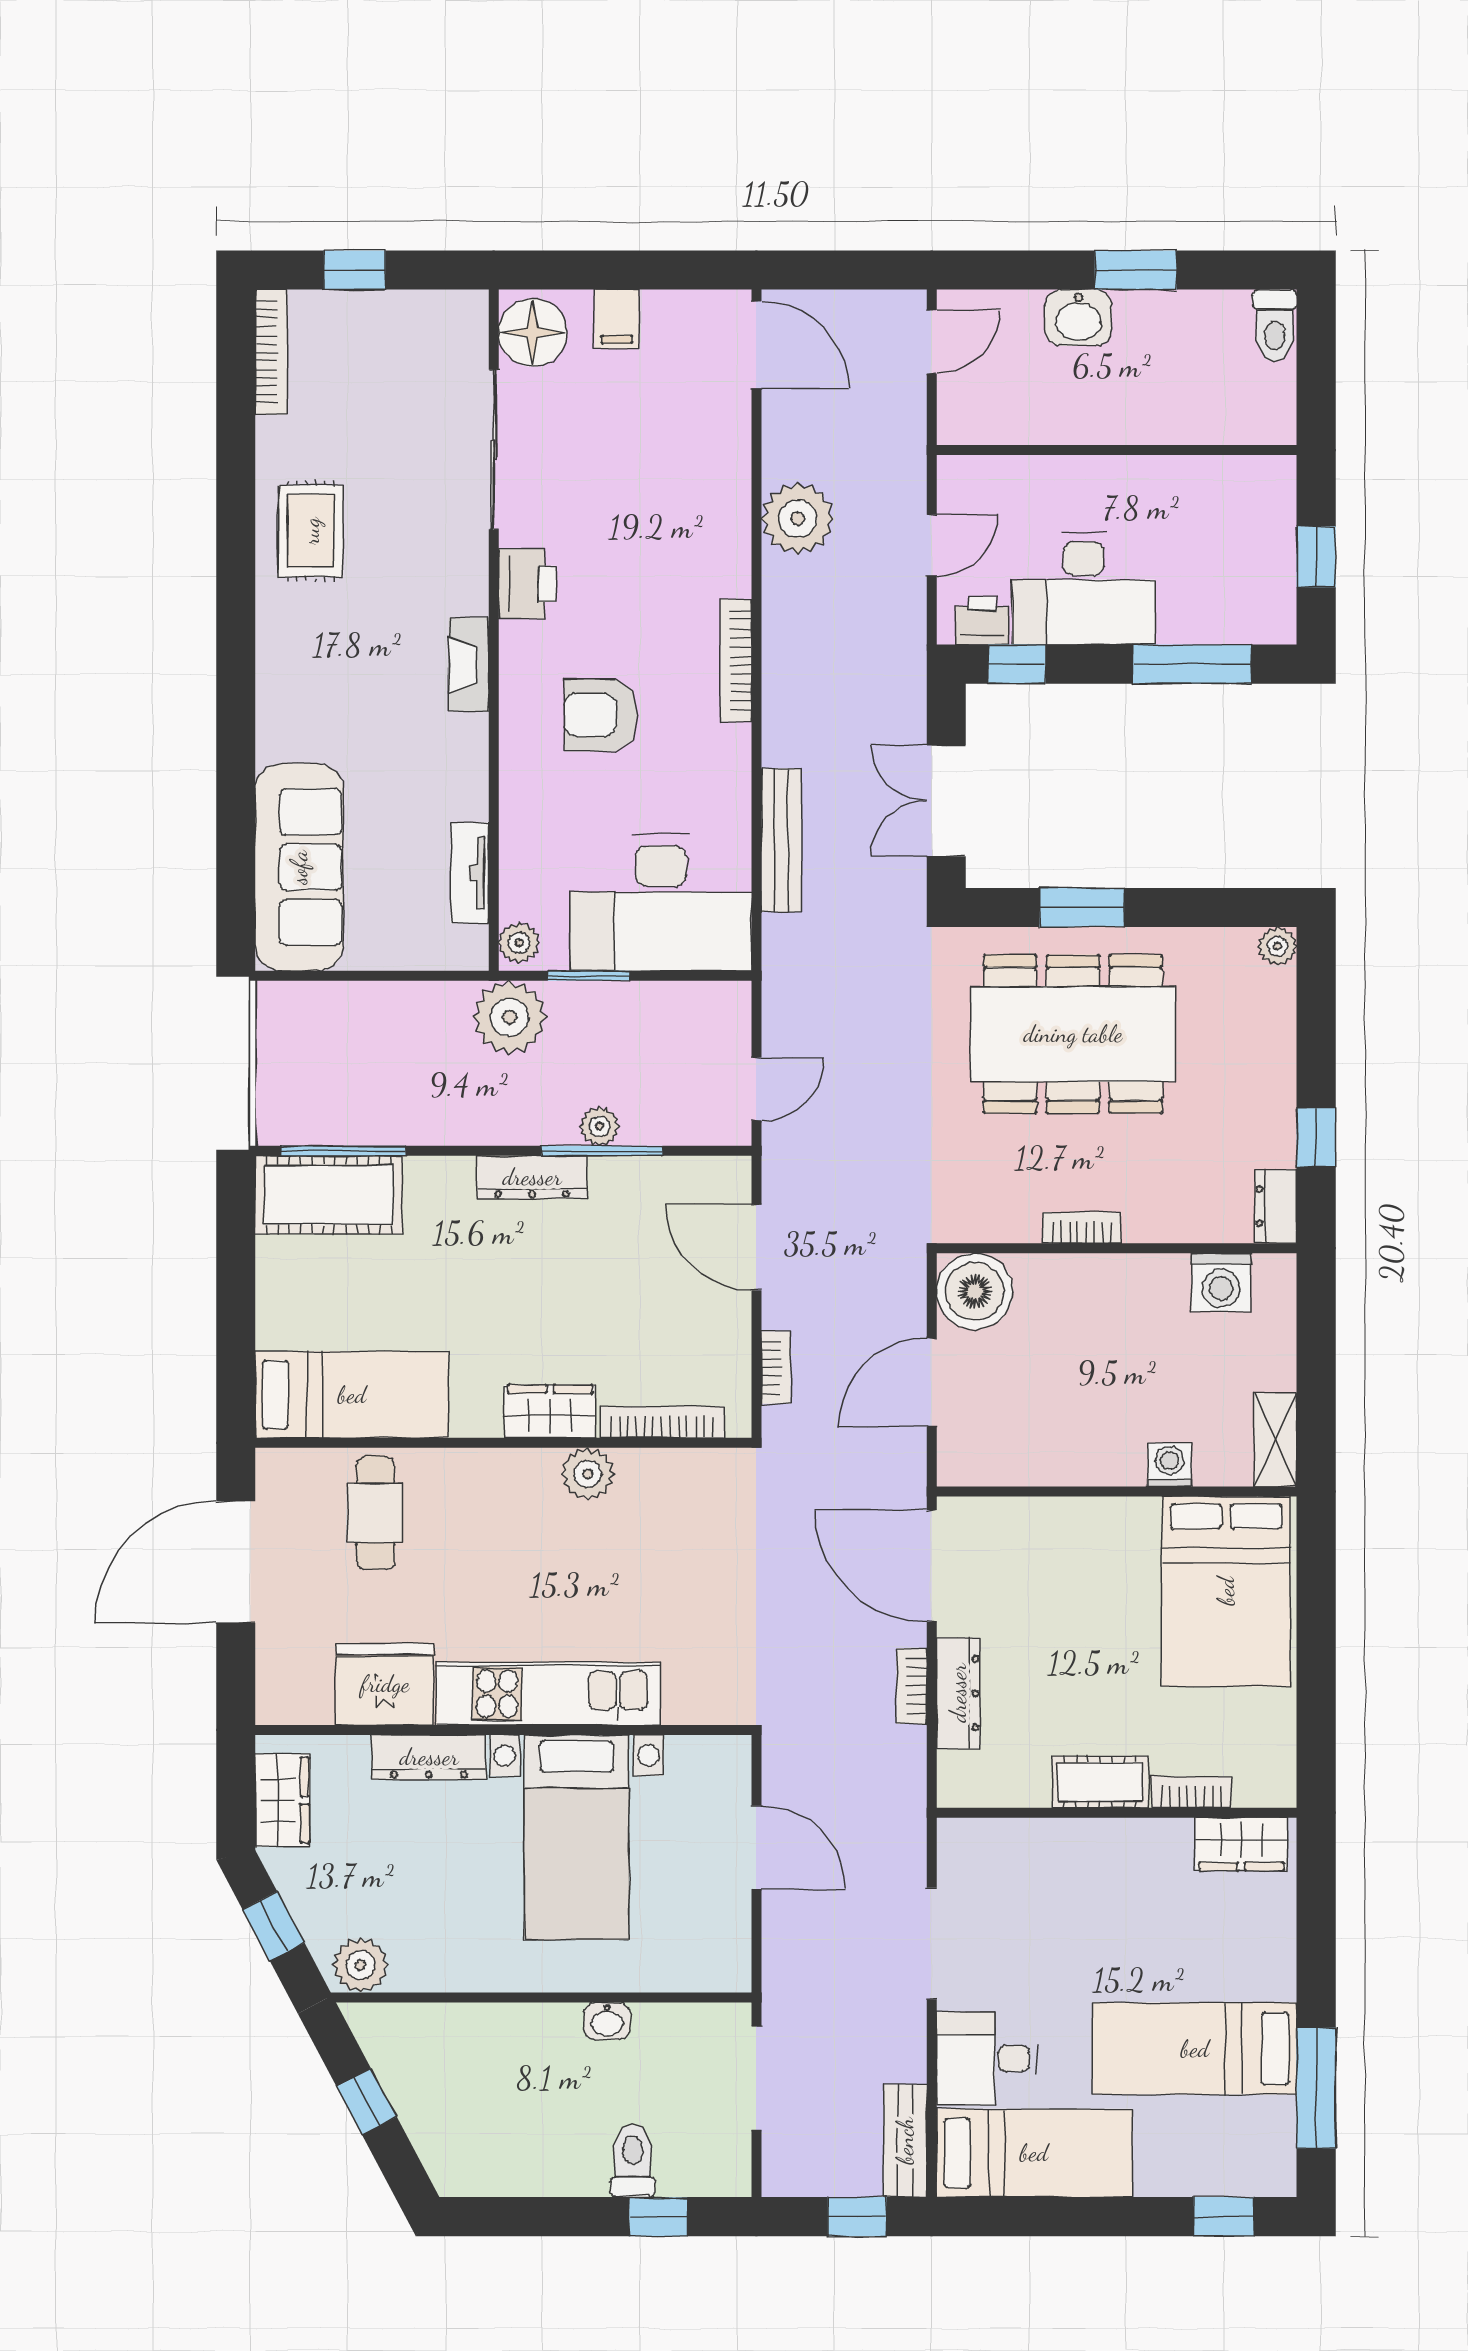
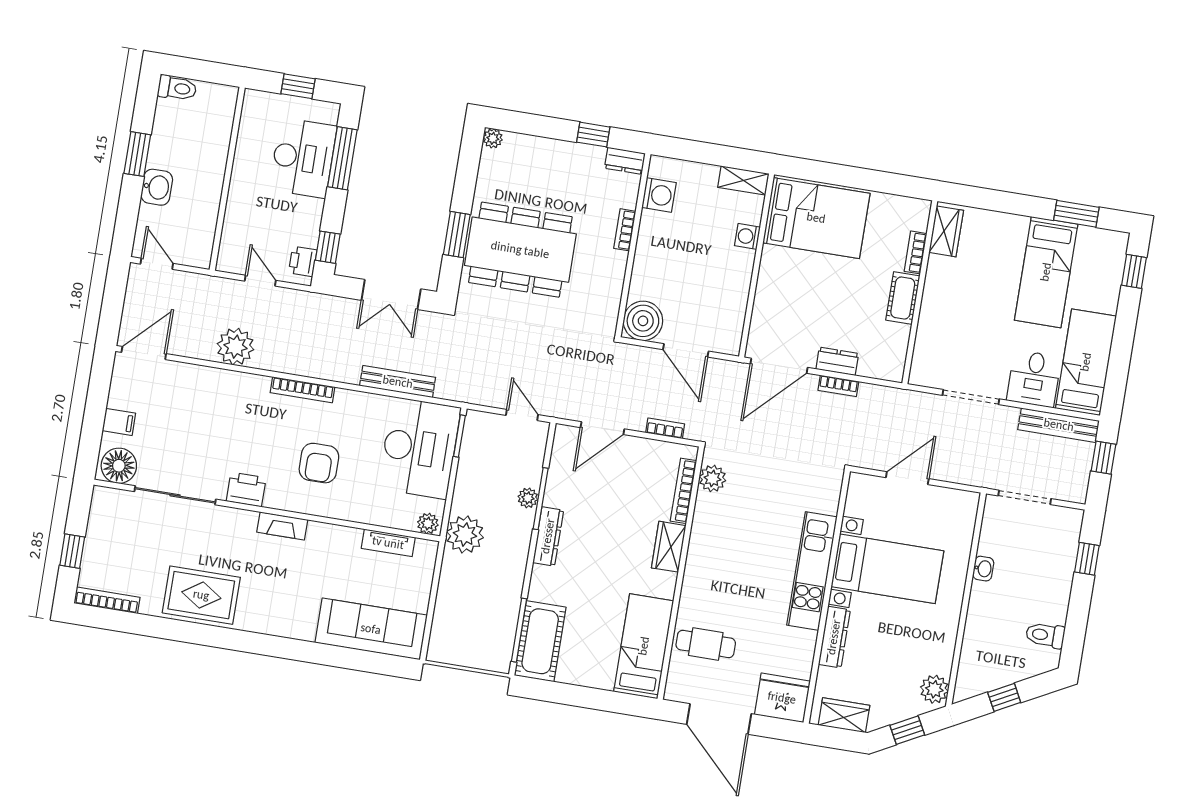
rug: (311, 531) -> (201, 595), width x1.36, depth x1.43
desk: (1084, 589) -> (303, 158), moved
window: (589, 976) -> (459, 436), moved
dining table: (1073, 1034) -> (520, 250), turned 90
bookcase: (1082, 1228) -> (625, 230), moved
plant: (588, 1474) -> (712, 478), moved
fridge: (385, 1684) -> (782, 698), moved, turned 90
dresser: (958, 1693) -> (837, 361), width x0.70
window: (1316, 2088) -> (1076, 214), width x0.69
bench: (905, 2141) -> (1059, 425), width x1.36
toilet: (633, 2161) -> (1045, 635), moved

